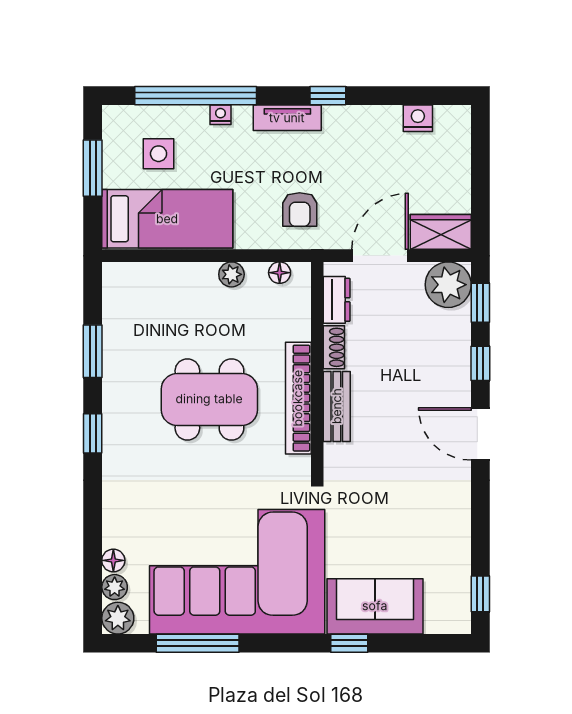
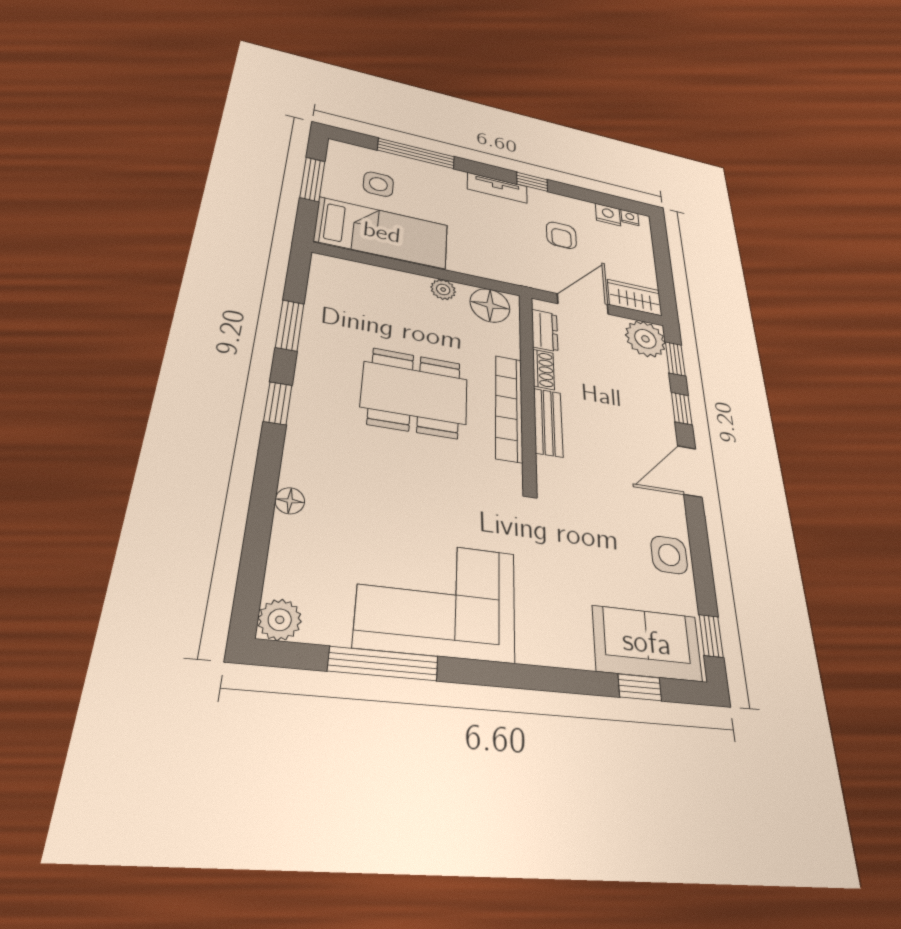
window: (196, 96) -> (416, 153), width x0.68
nightstand: (220, 115) -> (630, 218), moved
armchair: (300, 210) -> (561, 235), moved
floor lamp: (280, 273) -> (490, 305), width x1.89, depth x1.89
door: (480, 434) -> (690, 471), hinge flipped
side table: (448, 524) -> (669, 555), added
floor lamp: (113, 560) -> (290, 501), moved
corner sofa: (237, 572) -> (437, 599), width x0.73, depth x0.74
plant: (115, 587) -> (281, 579), removed
sofa: (375, 606) -> (647, 643), moved
window: (349, 643) -> (640, 687), moved

